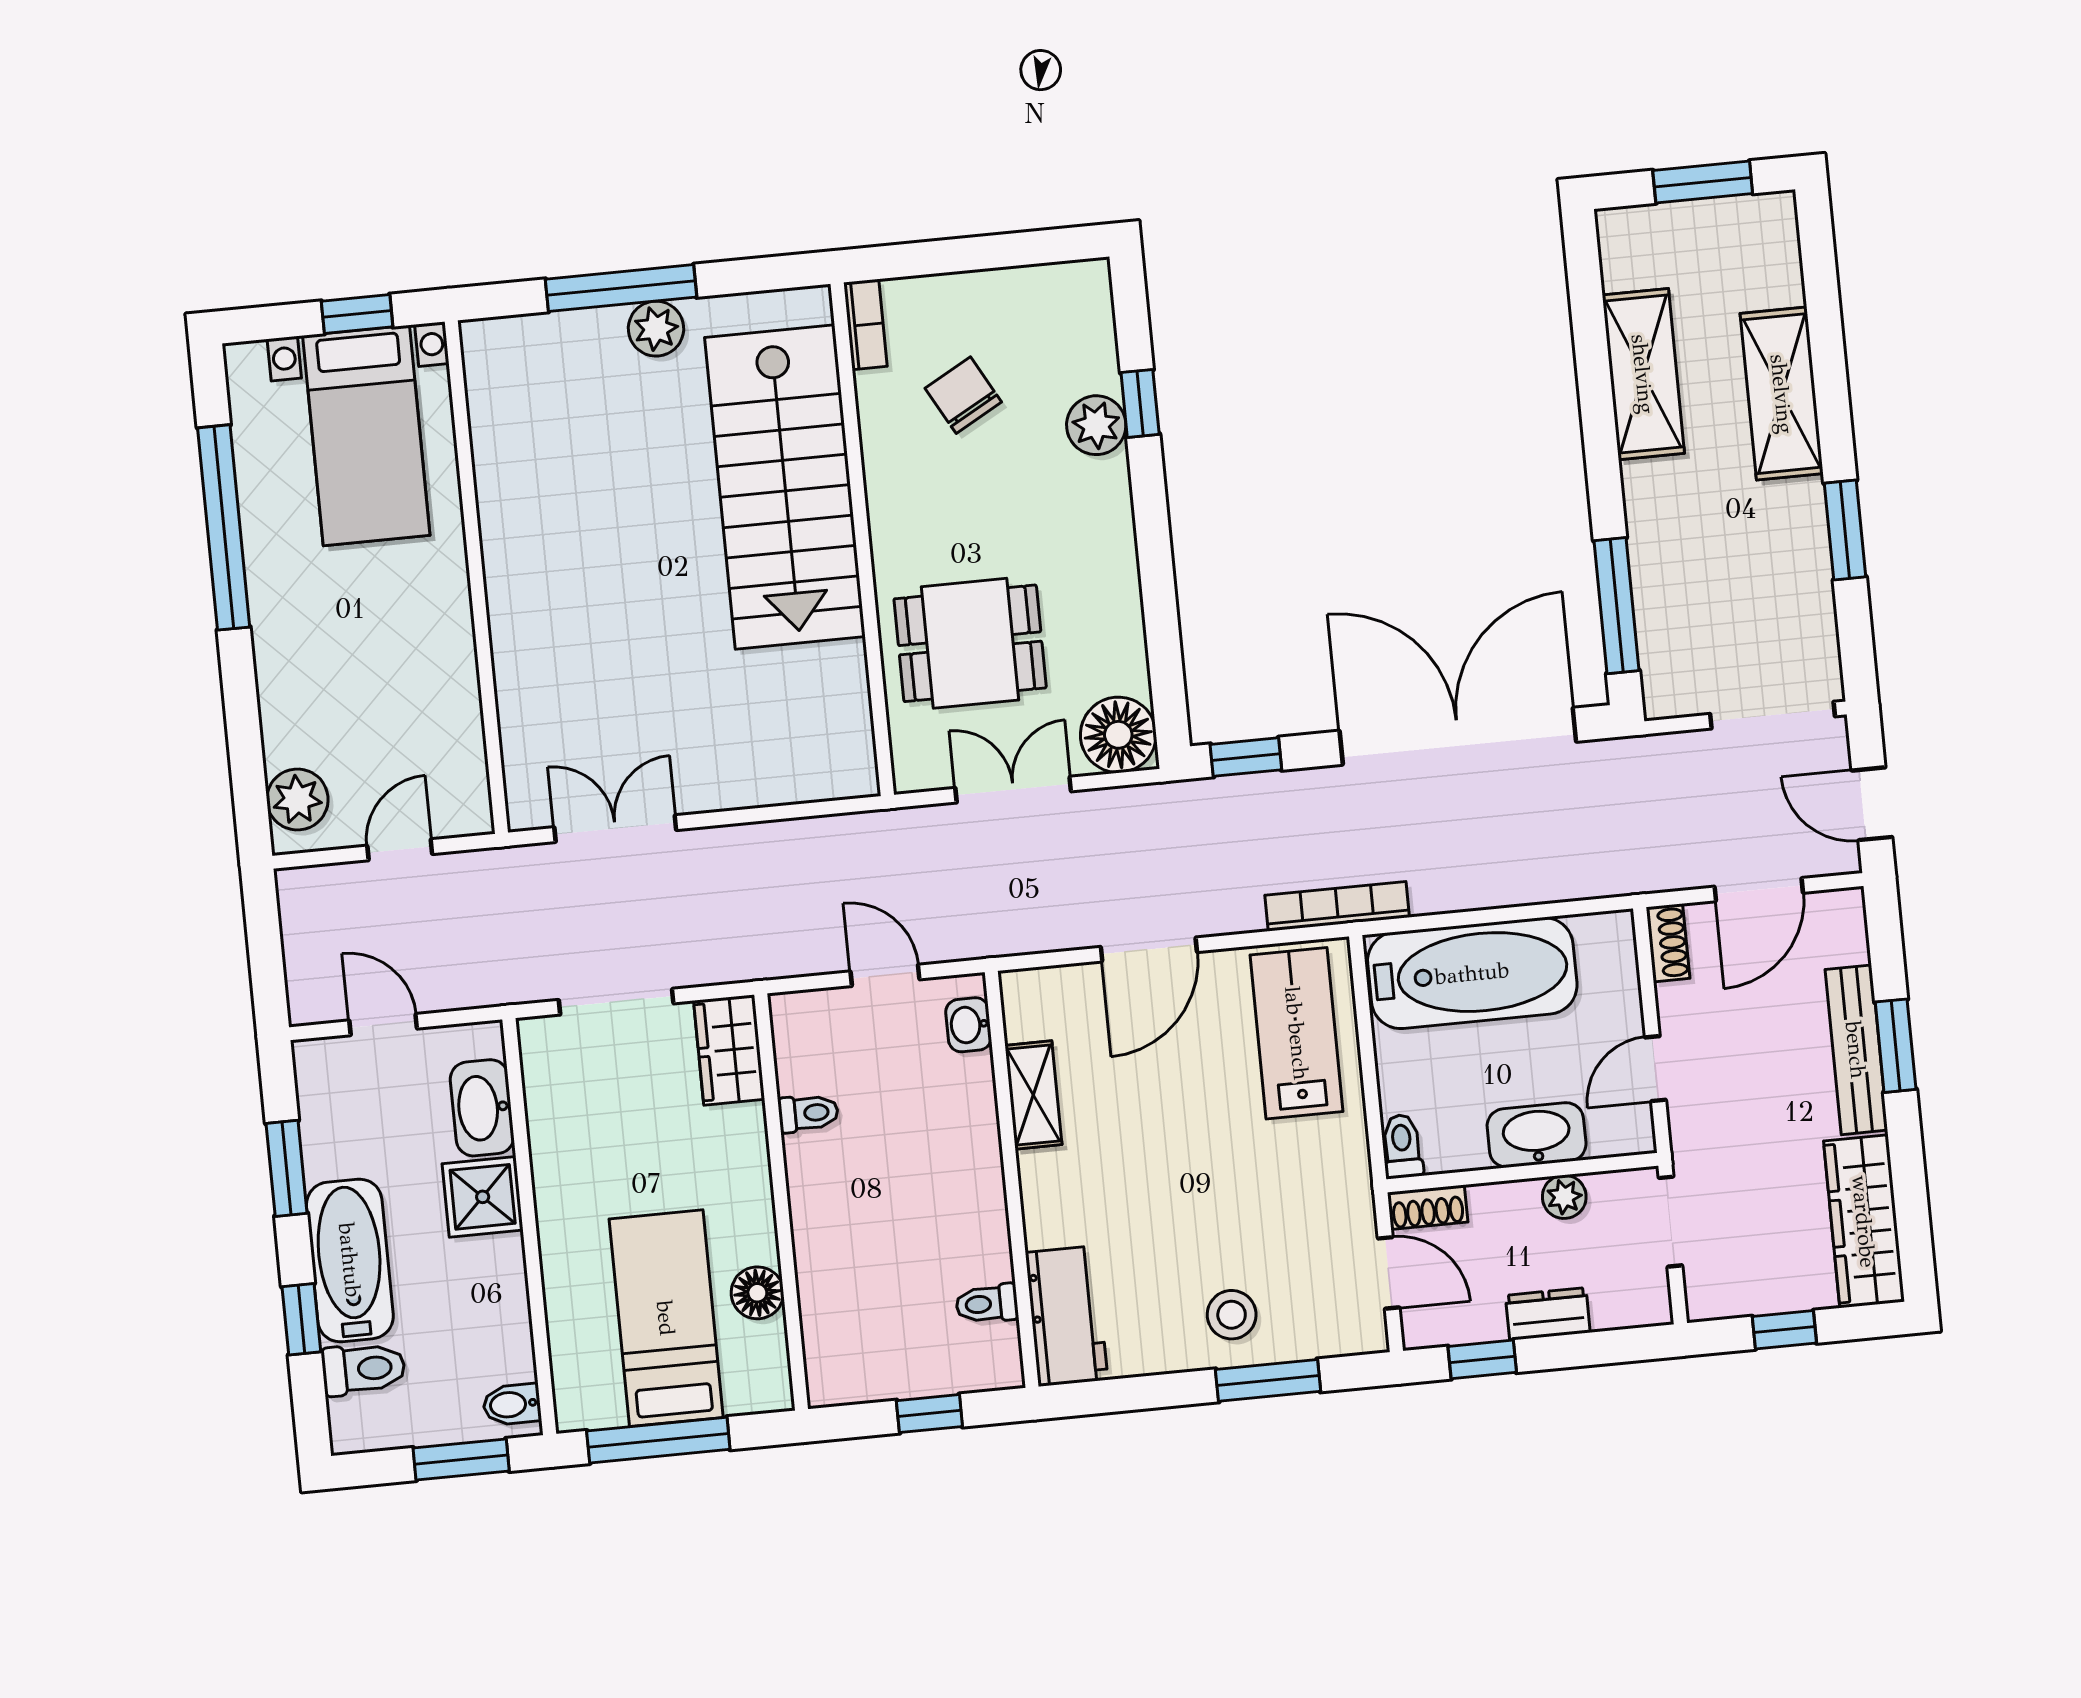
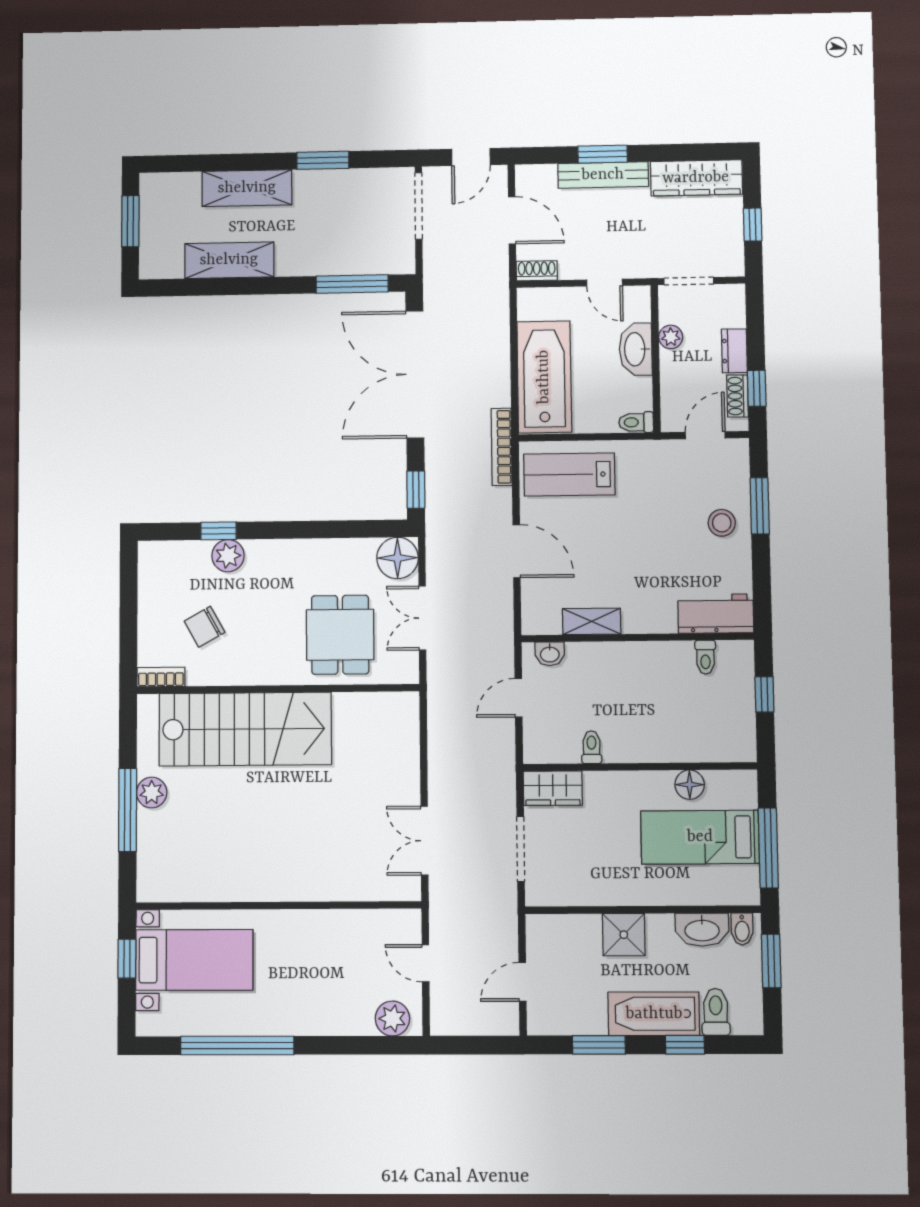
washbasin: (482, 1108) -> (702, 930), moved
shoe rack: (1428, 1207) -> (738, 396), moved, turned 180

